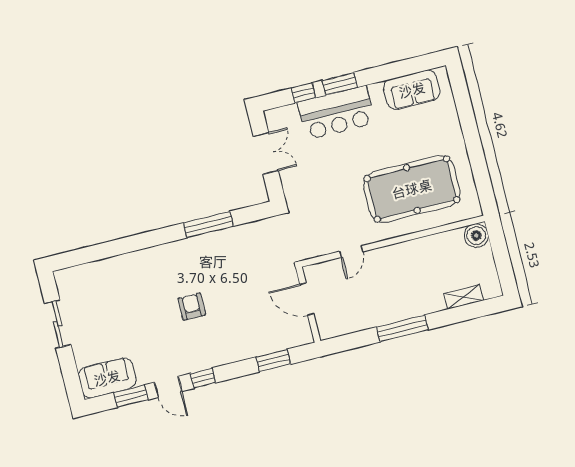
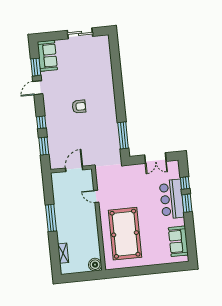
window: (208, 225) -> (123, 135), moved
window: (203, 378) -> (41, 122), moved

